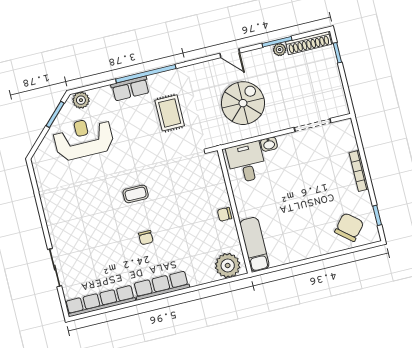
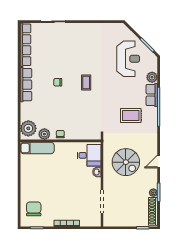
plant: (81, 100) -> (152, 77), moved
chair: (349, 227) -> (34, 209), turned -130
plant: (230, 239) -> (44, 134), added

